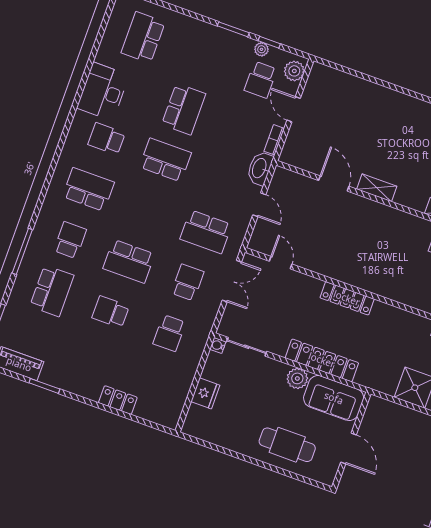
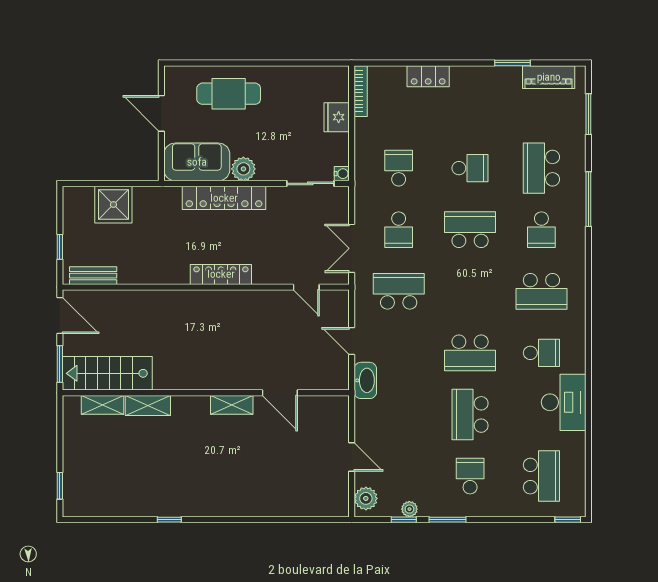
school desk: (261, 80) -> (470, 476), moved
bookcase: (274, 140) -> (361, 91), moved, width x1.56

